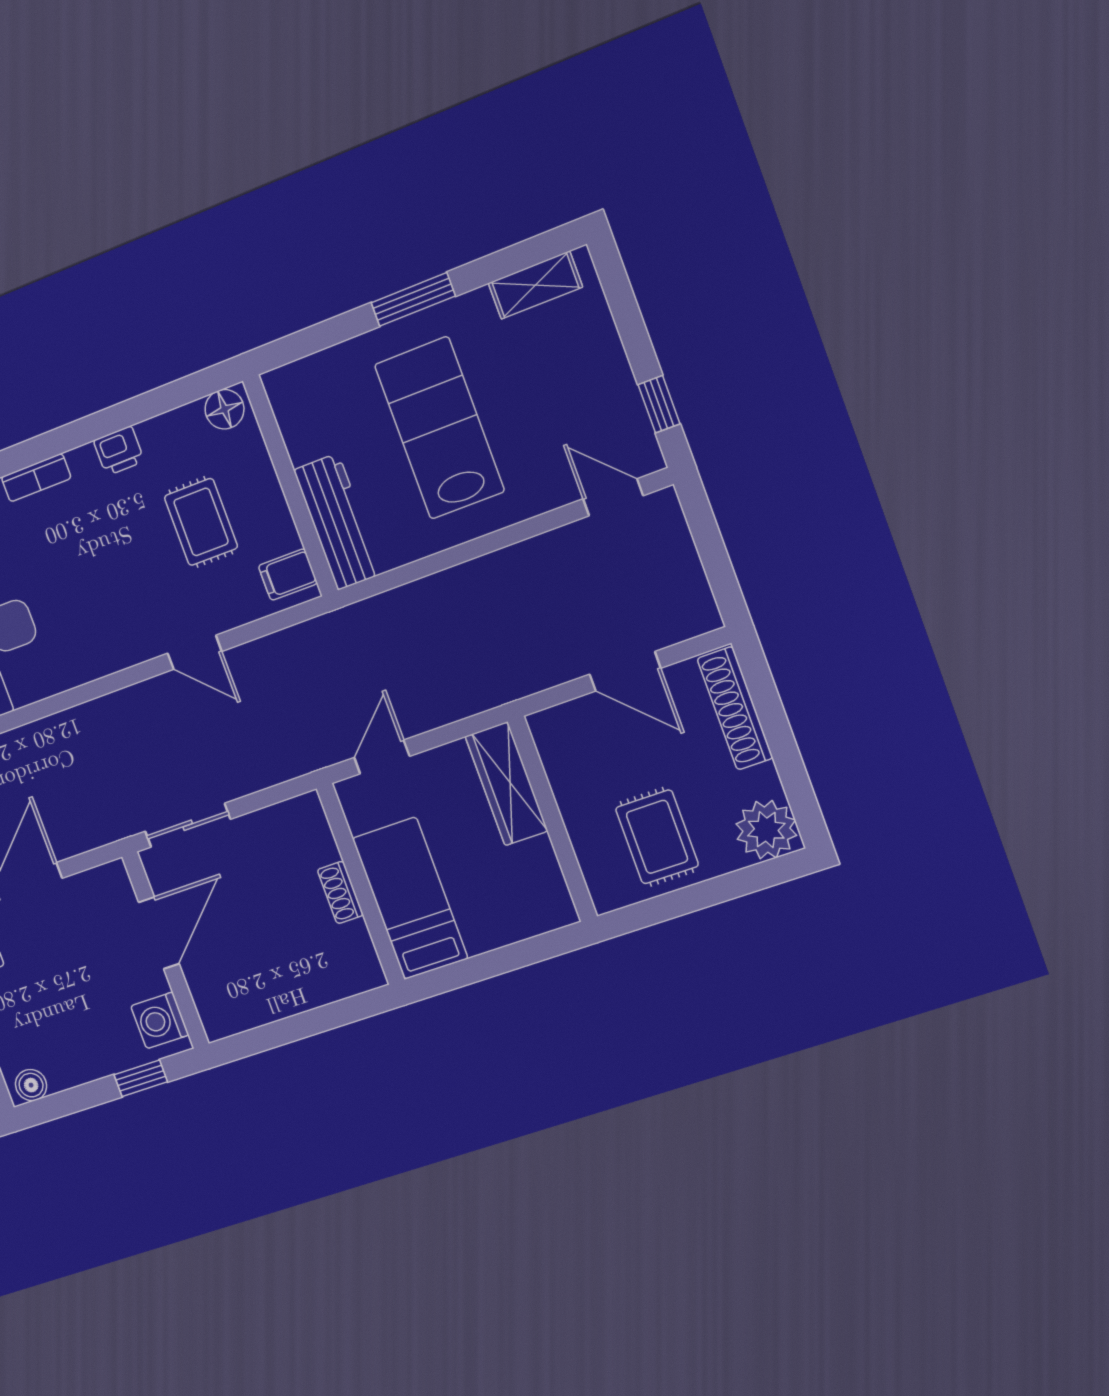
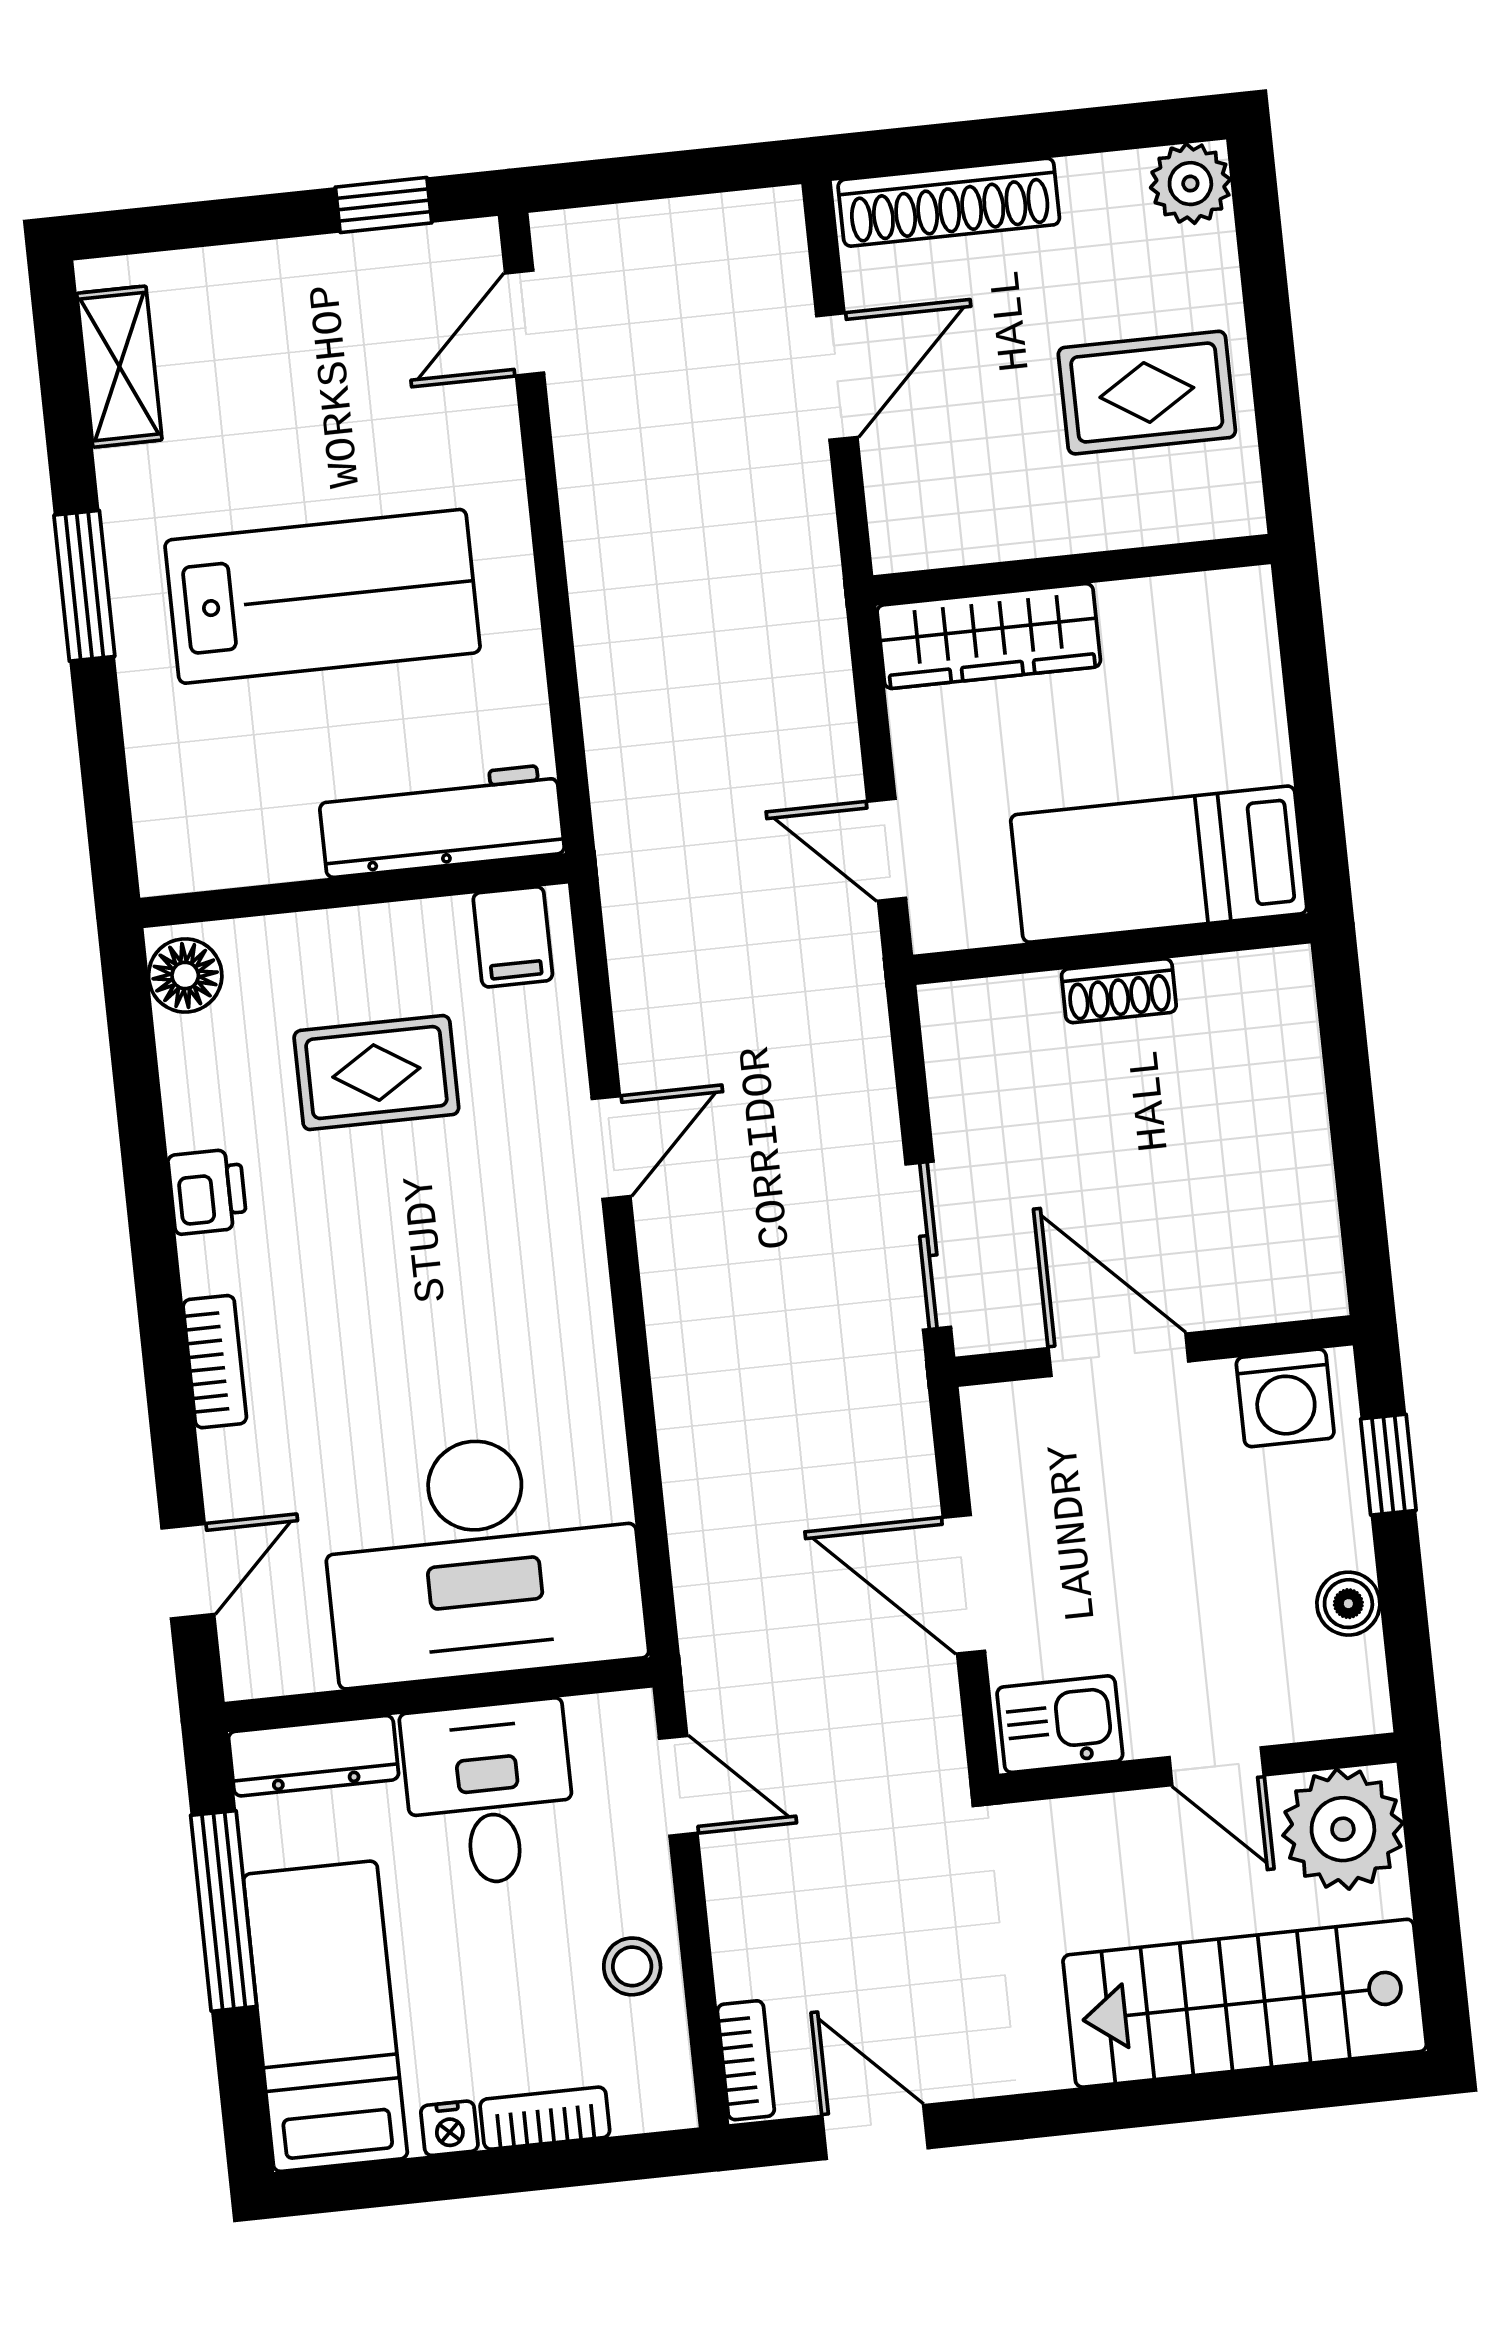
lab bench: (439, 428) -> (323, 596), turned 180
plant: (766, 830) -> (1190, 184), width x0.73, depth x0.73
boiler: (31, 1085) -> (1348, 1604), moved

